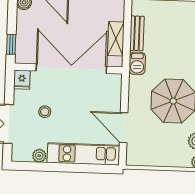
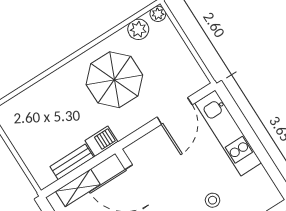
shelving: (116, 39) -> (78, 188), moved
plant: (39, 156) -> (260, 176), removed

